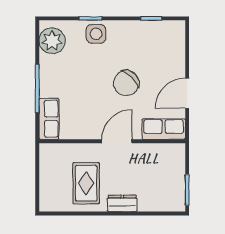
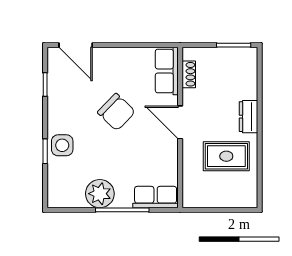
plant: (52, 41) -> (100, 194), moved
door: (187, 93) -> (76, 45), moved
shoe rack: (161, 149) -> (189, 74), added

